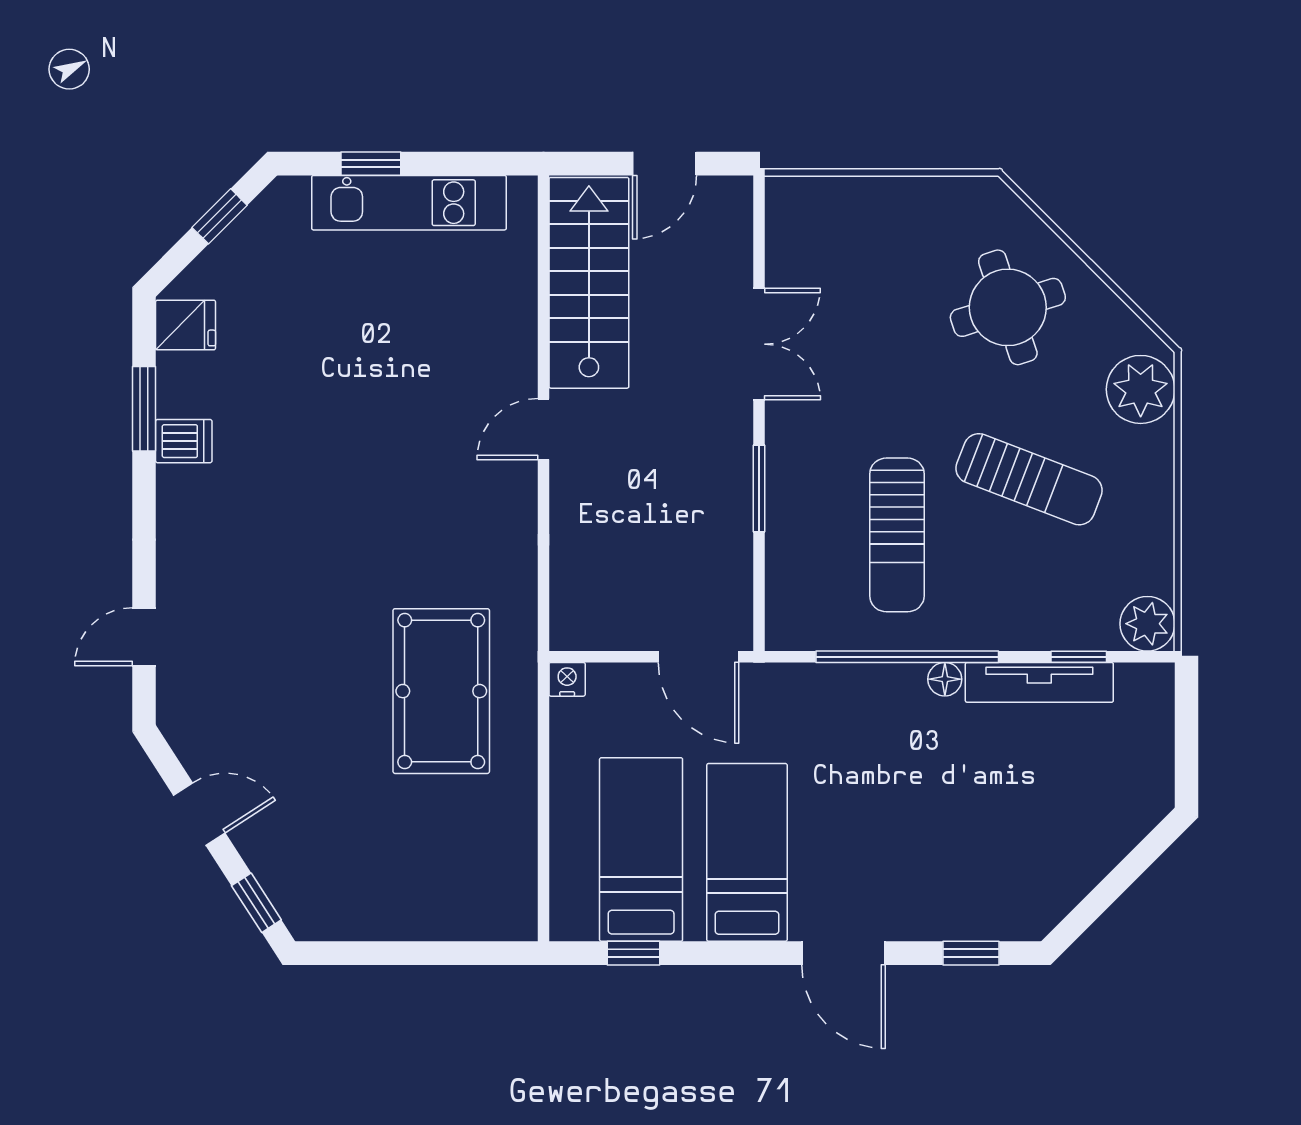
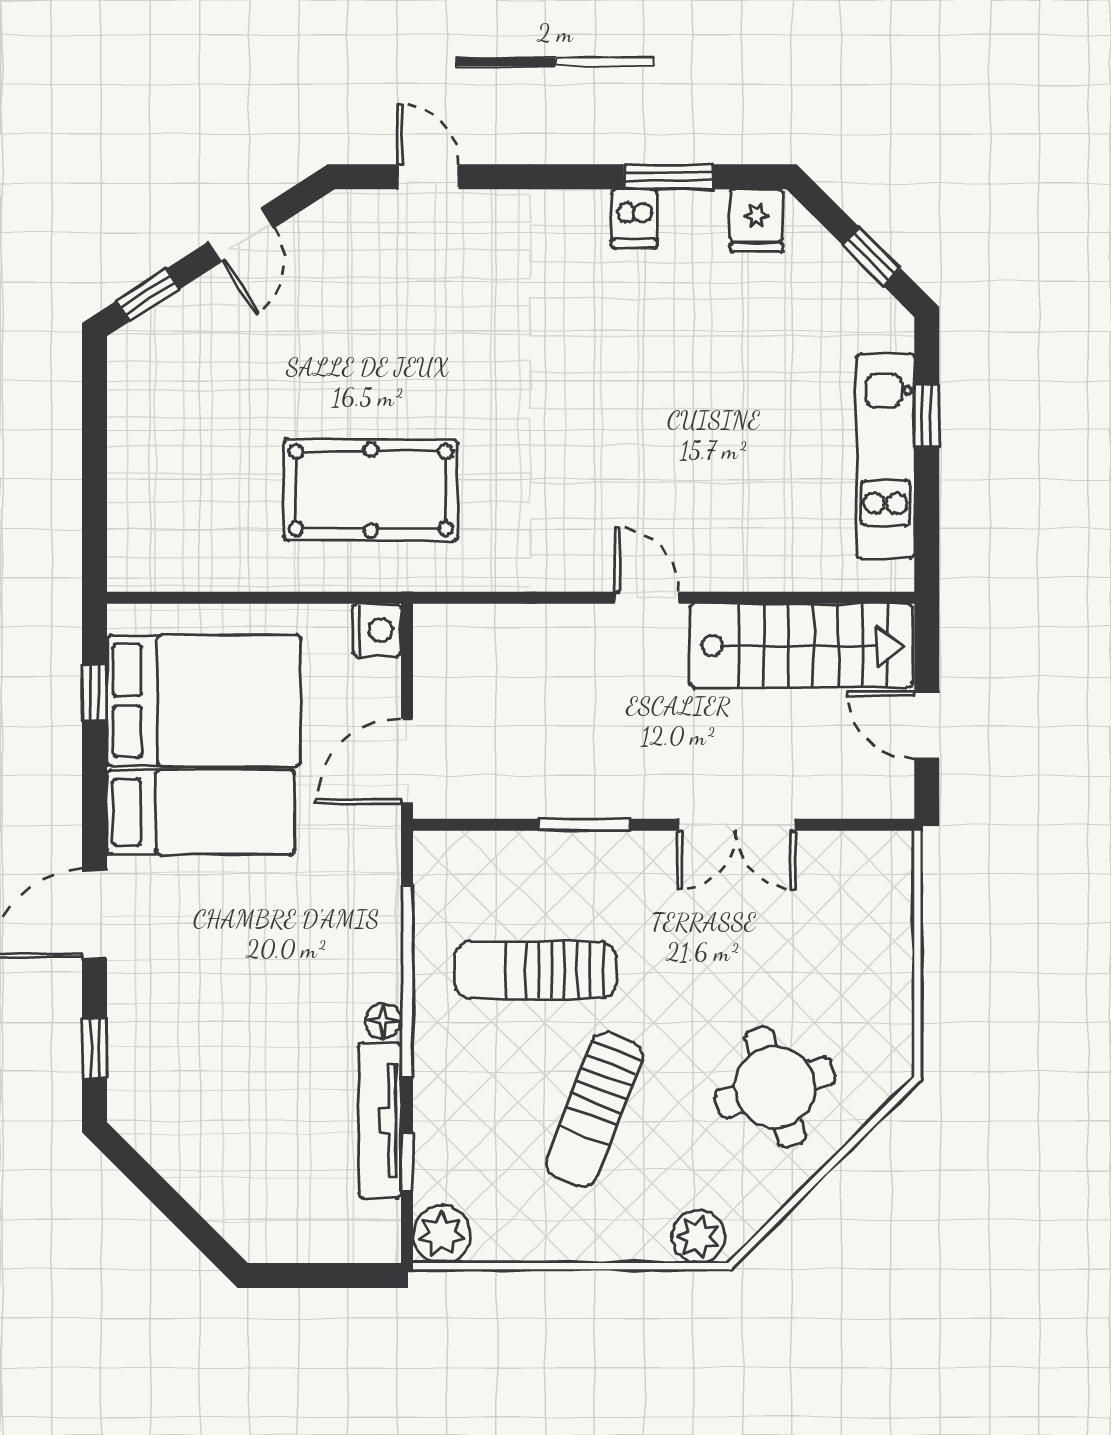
plant: (1141, 389) -> (698, 1237), width x0.73, depth x0.73
nightstand: (567, 679) -> (377, 630), width x1.39, depth x1.35
bed: (641, 849) -> (204, 701), width x1.50

